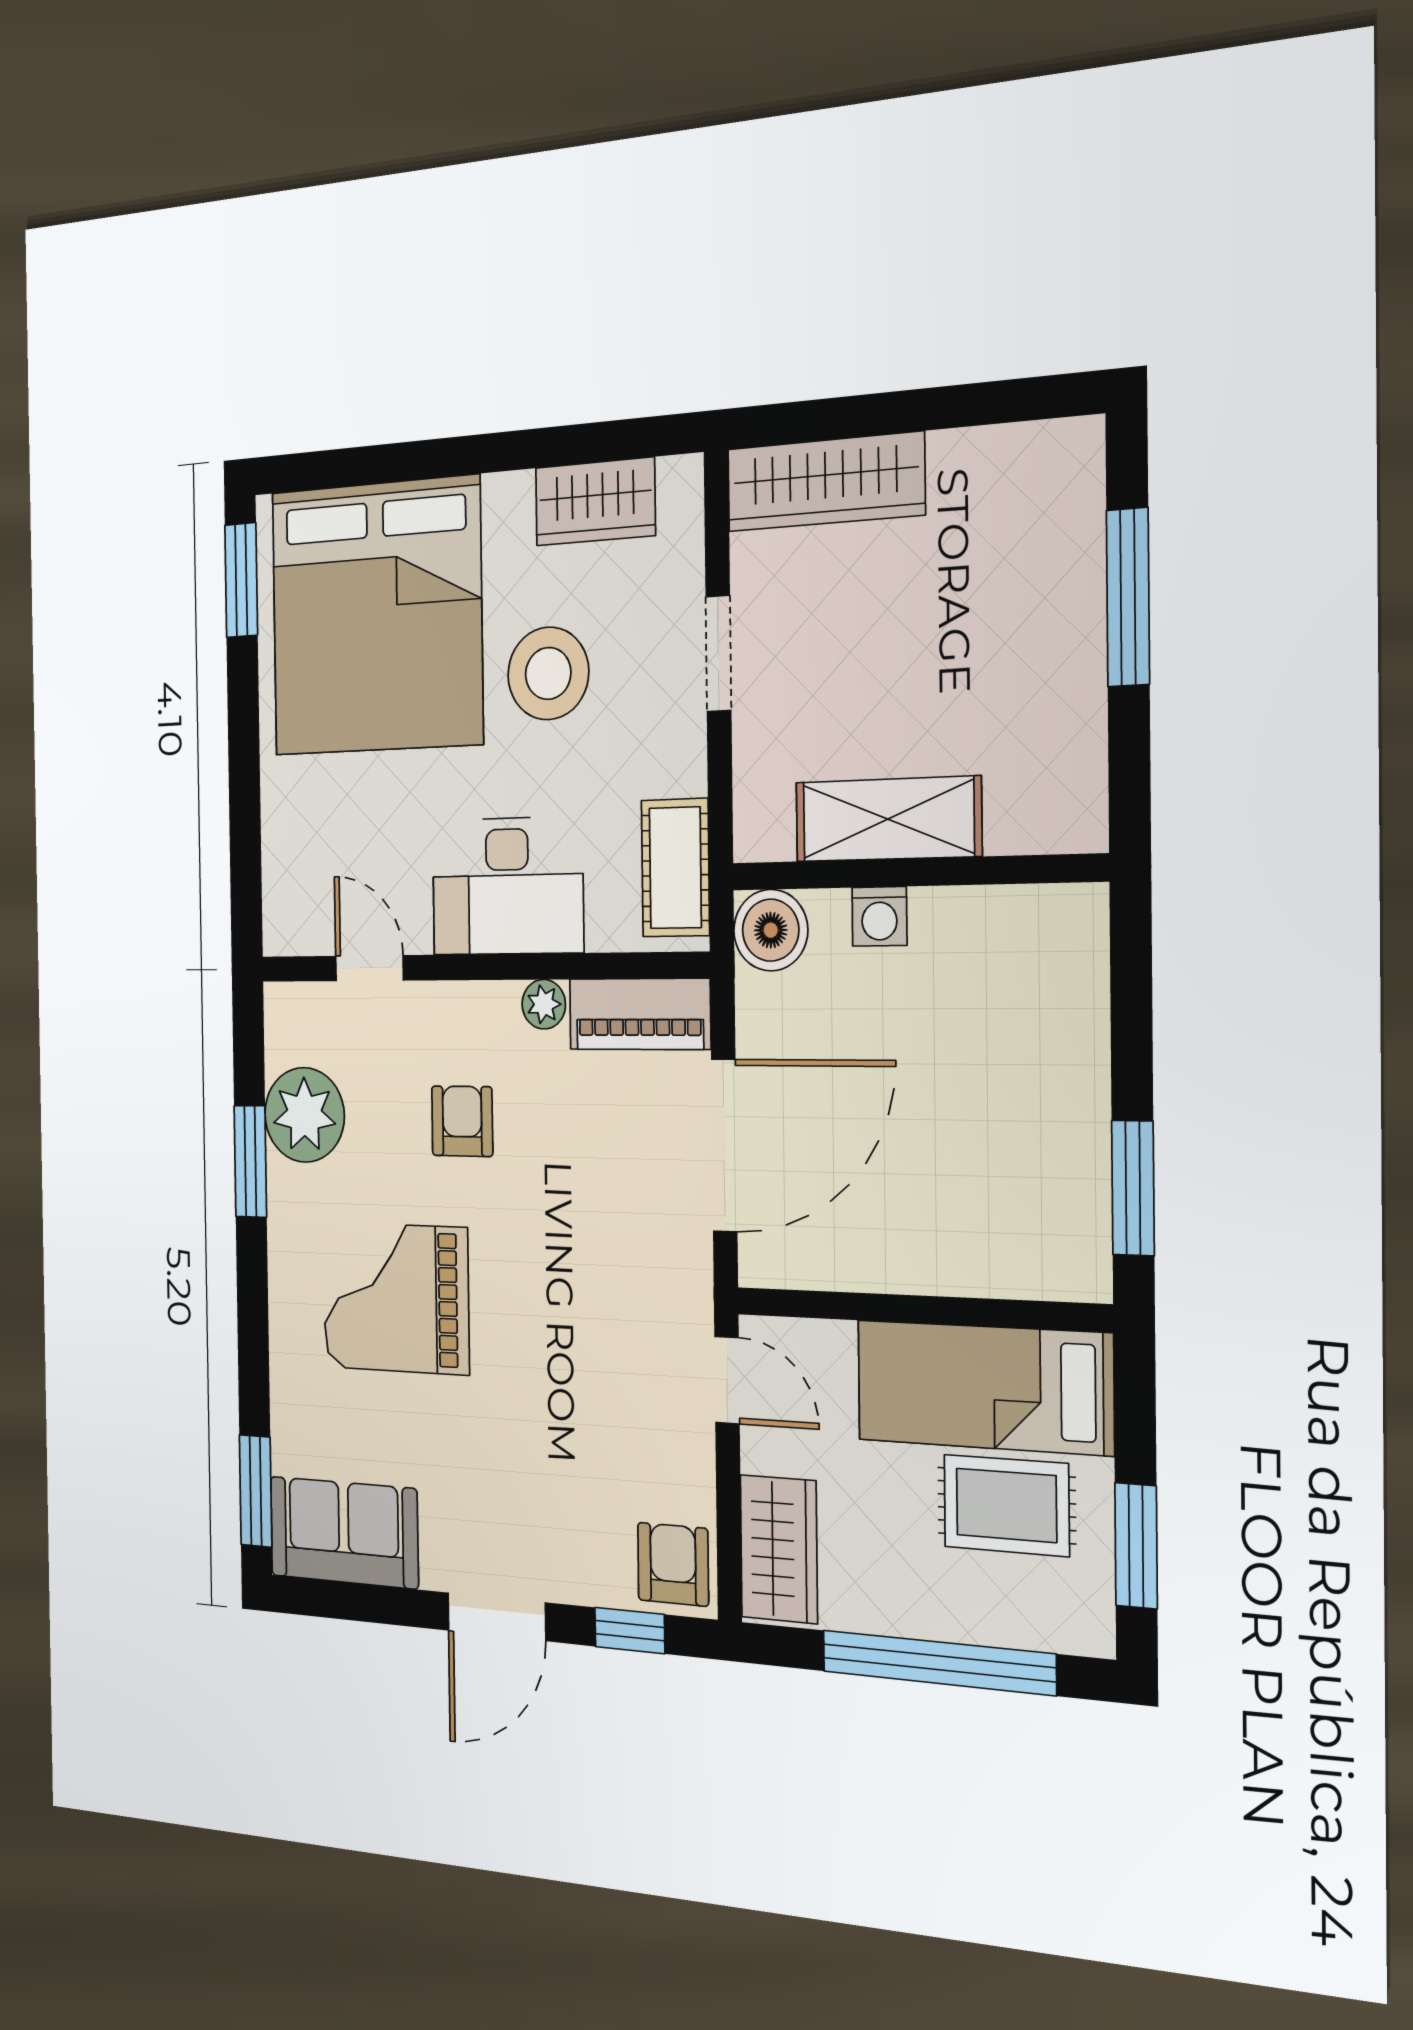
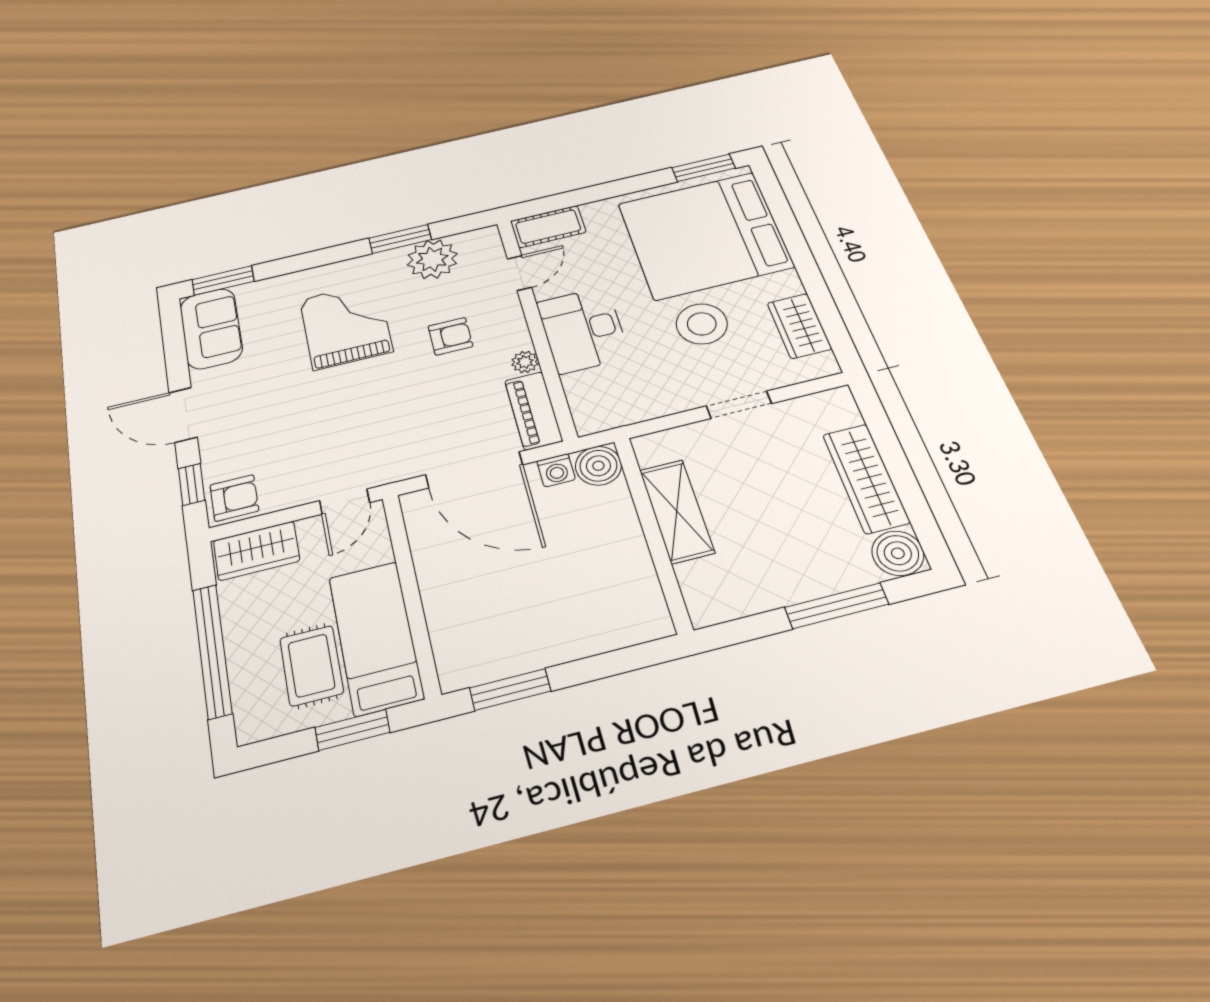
boiler: (1061, 462) -> (898, 553), added
wardrobe: (825, 482) -> (866, 478), moved
cot: (675, 868) -> (548, 227), moved
washing machine: (879, 916) -> (556, 470), moved, turned -90
window: (1136, 1546) -> (352, 730), moved

